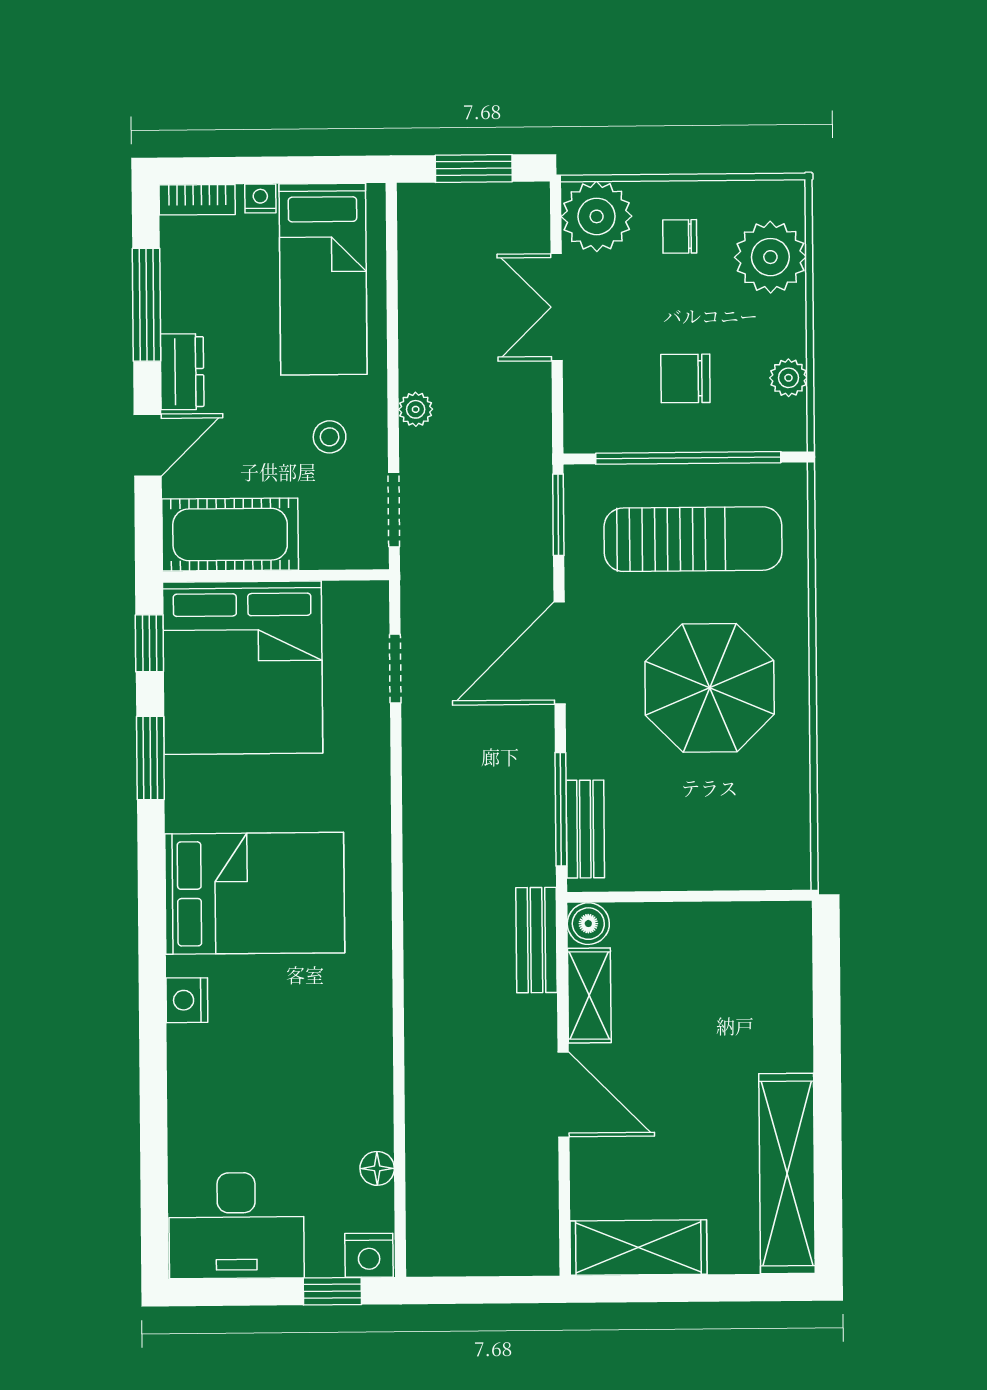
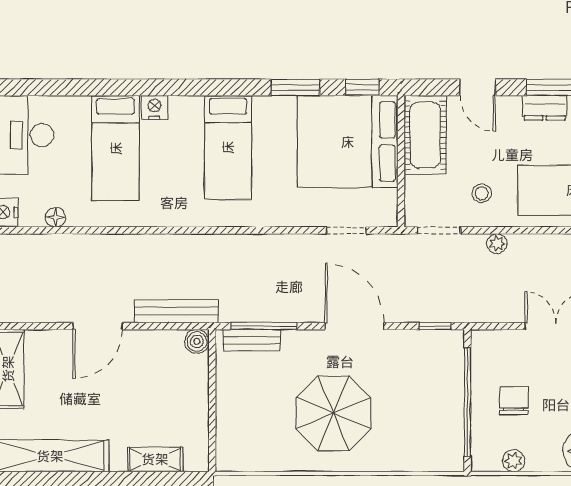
dresser: (182, 372) -> (545, 108), moved
window: (558, 515) -> (435, 326), width x0.67
sun lounger: (693, 539) -> (420, 404), removed
bed: (255, 893) -> (228, 147), width x0.67
bench: (536, 940) -> (176, 311), width x1.36
shelving: (589, 995) -> (155, 459), moved
bed: (257, 1066) -> (116, 148), added

